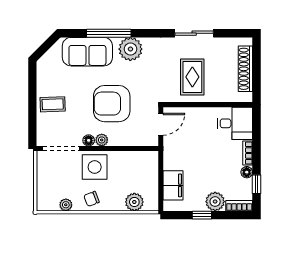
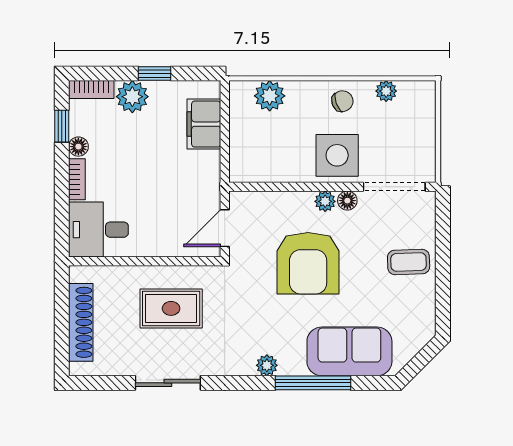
plant: (130, 49) -> (267, 365), width x0.53, depth x0.53
rug: (192, 77) -> (171, 308), turned 90
armchair: (112, 104) -> (308, 263), turned 90

